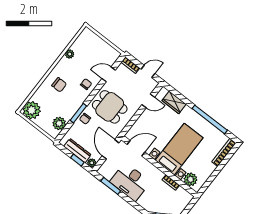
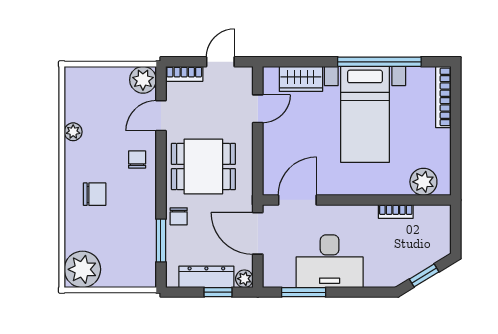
window: (78, 113) -> (161, 241), moved
plant: (59, 123) -> (143, 80), moved
bed with nightstands: (179, 149) -> (365, 114), moved, turned 180

